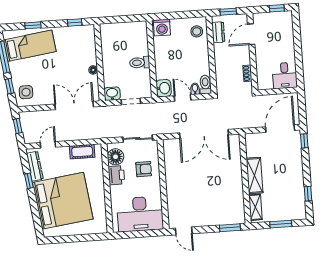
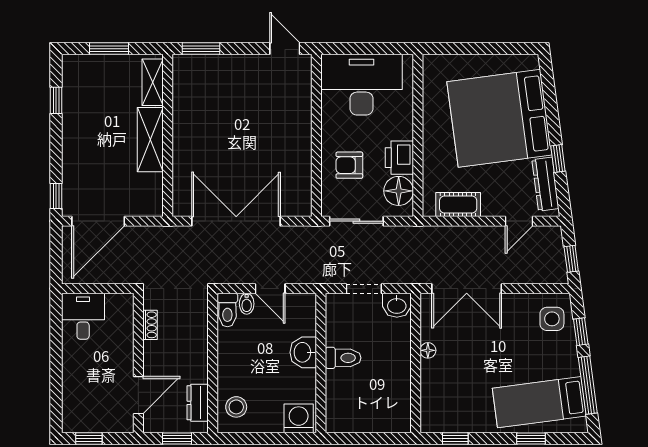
washbasin: (164, 88) -> (303, 352), moved

